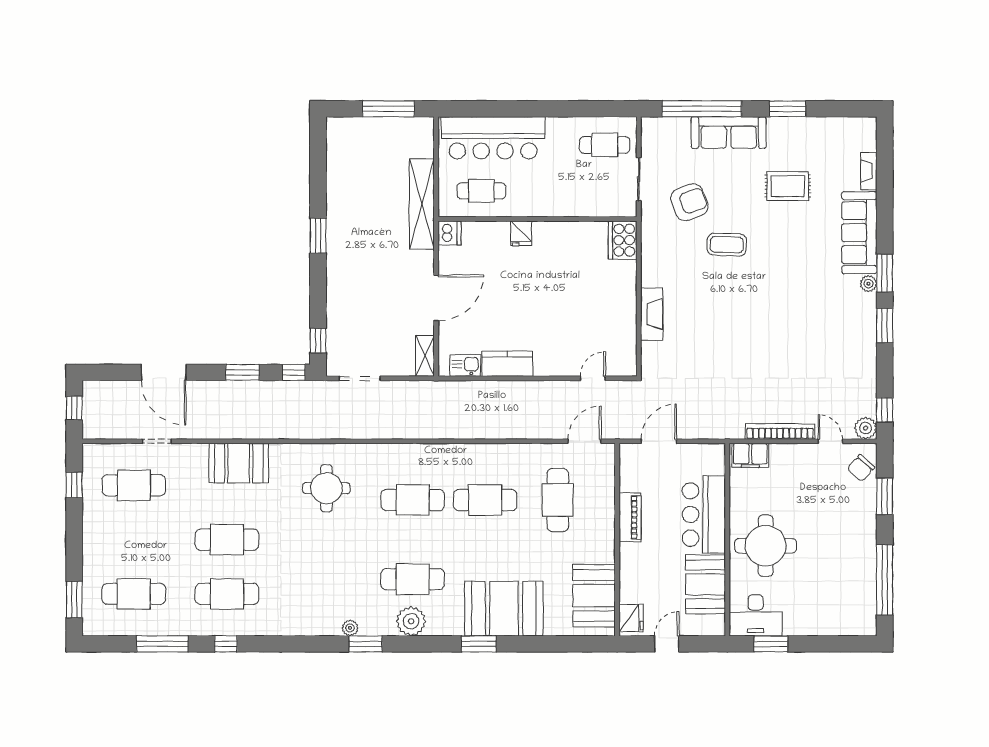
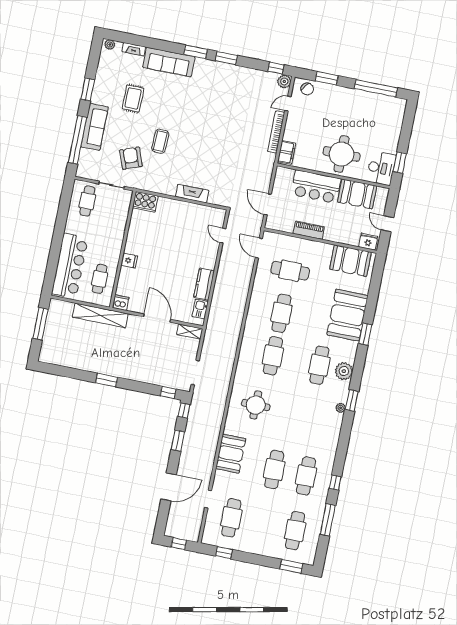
plant: (868, 284) -> (110, 44), moved

